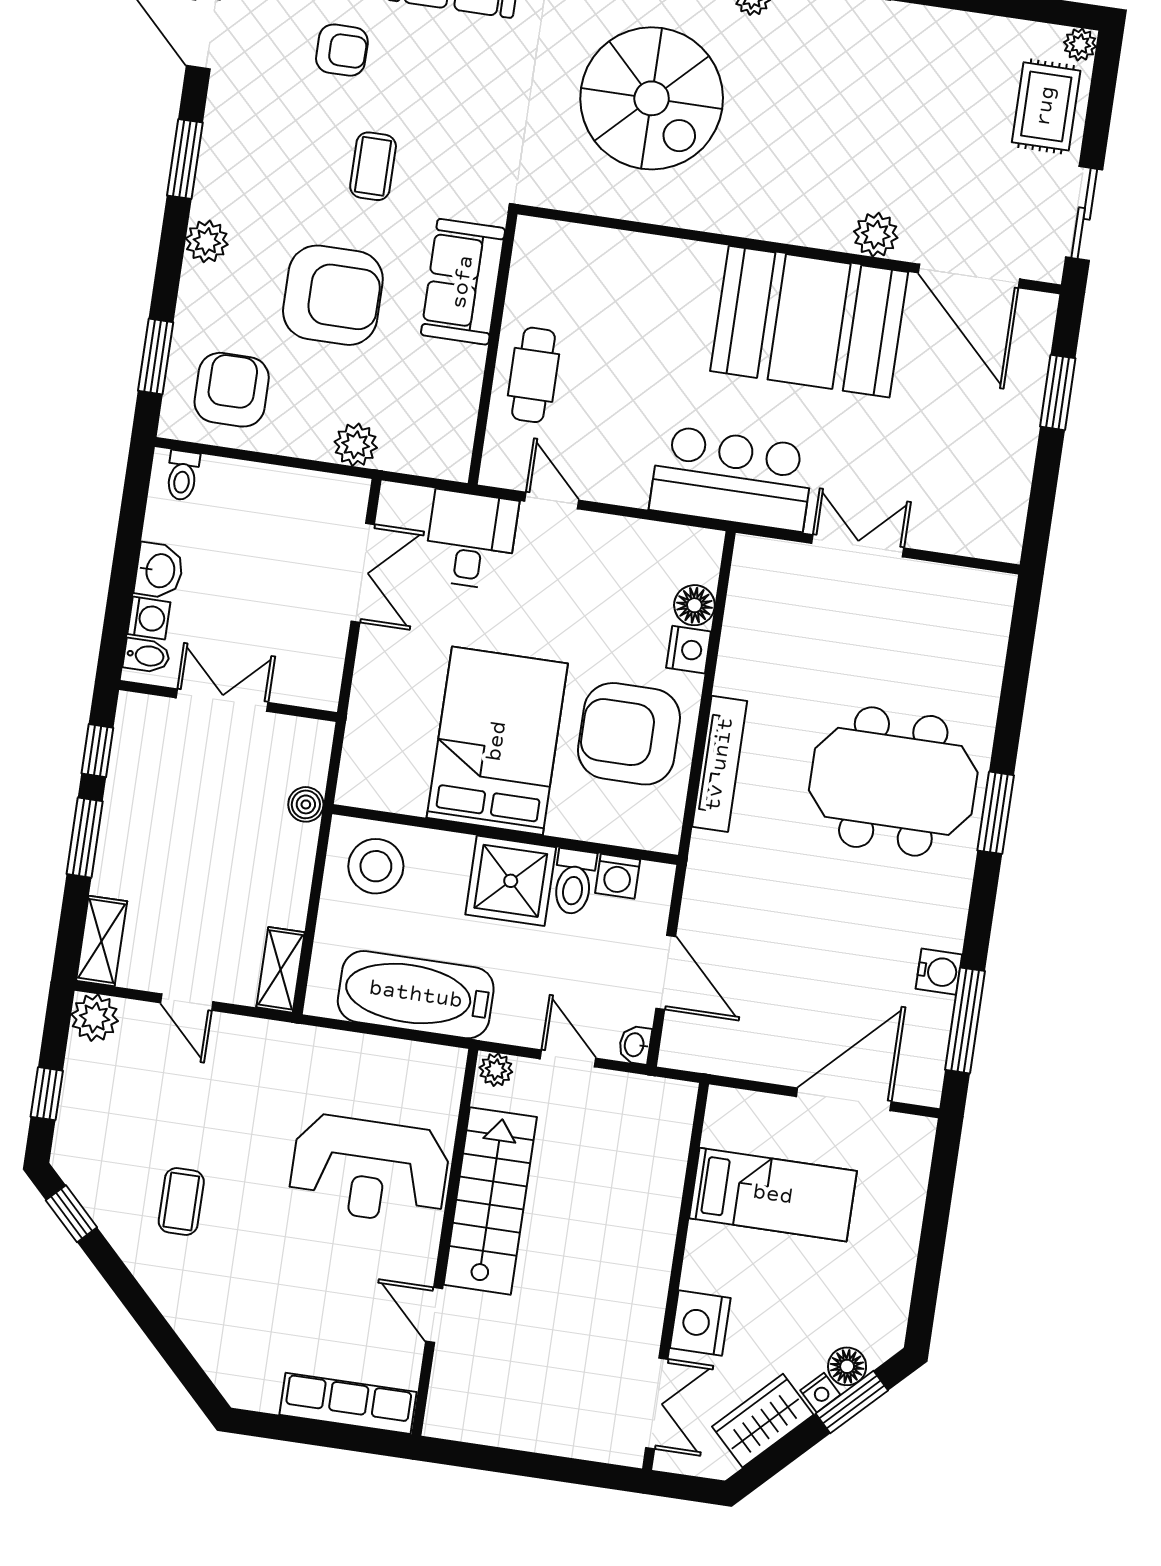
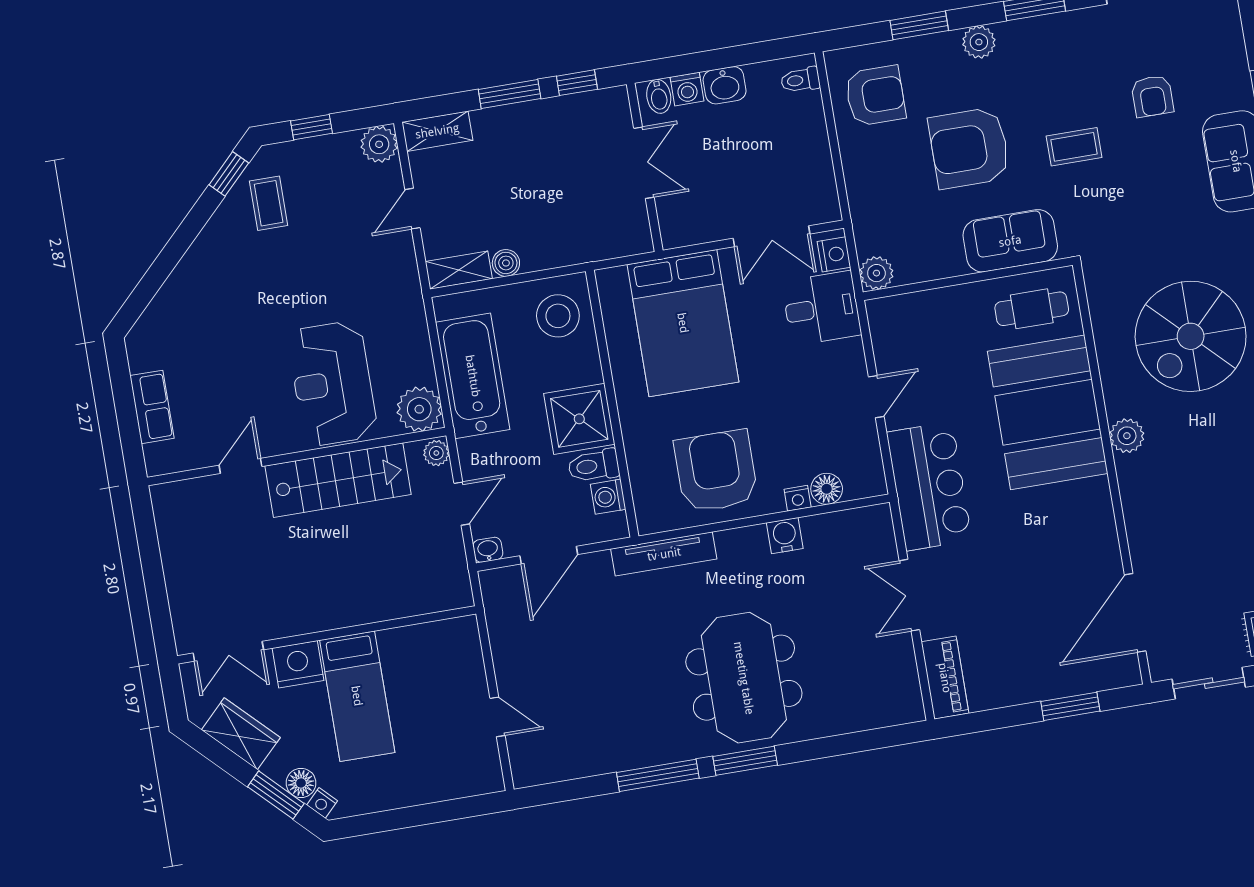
plant: (876, 235) -> (1127, 436), moved
armchair: (333, 295) -> (969, 148), turned 90
booth: (809, 322) -> (1048, 412), moved
window: (156, 356) -> (919, 25), moved
cafe table: (534, 375) -> (1032, 309), moved
plant: (356, 445) -> (876, 273), moved
door: (552, 501) -> (876, 397), moved
nightstand: (410, 503) -> (834, 254), added
piano: (973, 535) -> (945, 678), added
double door: (858, 546) -> (909, 595), swing flipped
nightstand: (689, 650) -> (798, 498), width x0.72, depth x0.74
bed: (497, 741) -> (683, 323), moved, turned 90
tv unit: (720, 764) -> (664, 554), moved
boiler: (306, 804) -> (506, 263), moved
water cooler: (939, 972) -> (785, 536), moved, turned 180
window: (965, 1020) -> (658, 775), moved
plant: (435, 1073) -> (419, 409), added
door: (844, 1099) -> (497, 717), width x0.53
bed: (773, 1195) -> (357, 696), moved
coffee table: (181, 1201) -> (269, 203), moved, turned 90
nightstand: (820, 1393) -> (322, 803), moved
row of seats: (348, 1403) -> (152, 407), width x0.68

